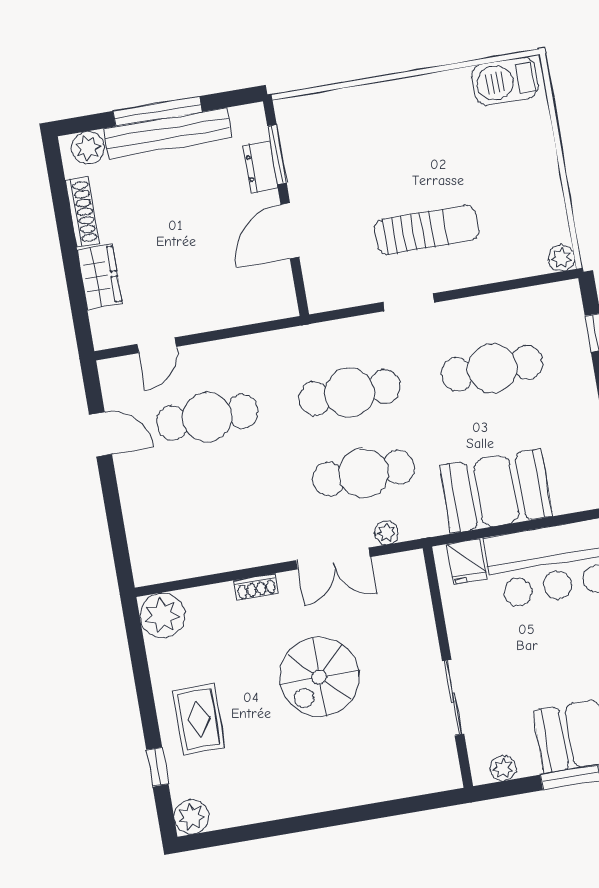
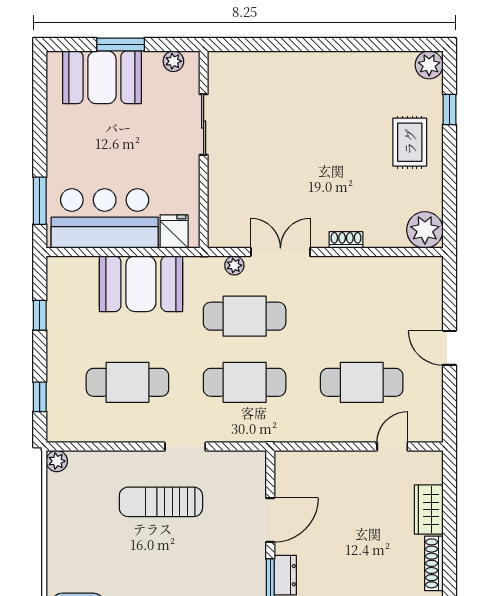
door: (101, 434) -> (449, 348), moved
spiral stairs: (319, 677) -> (308, 159), removed

